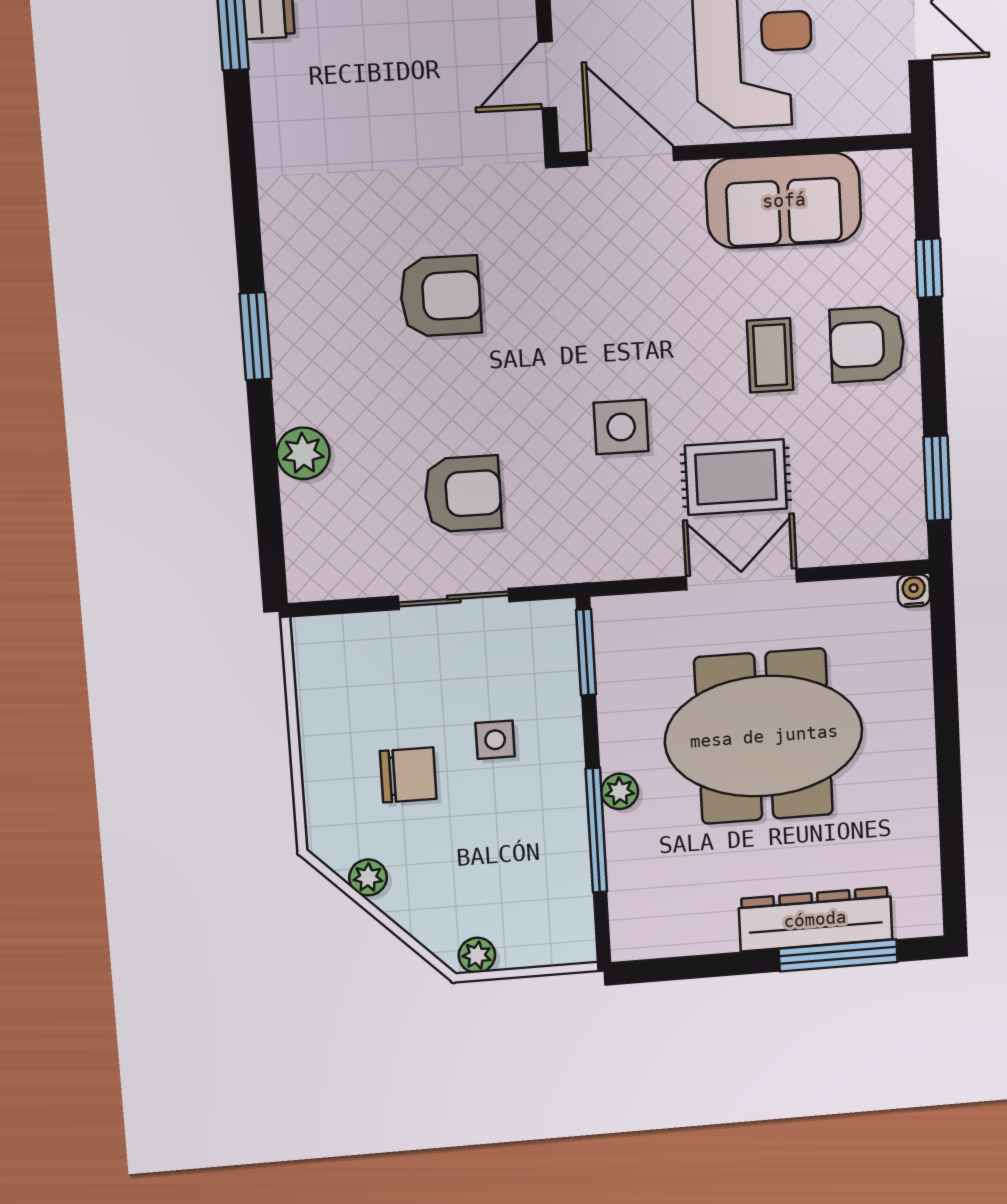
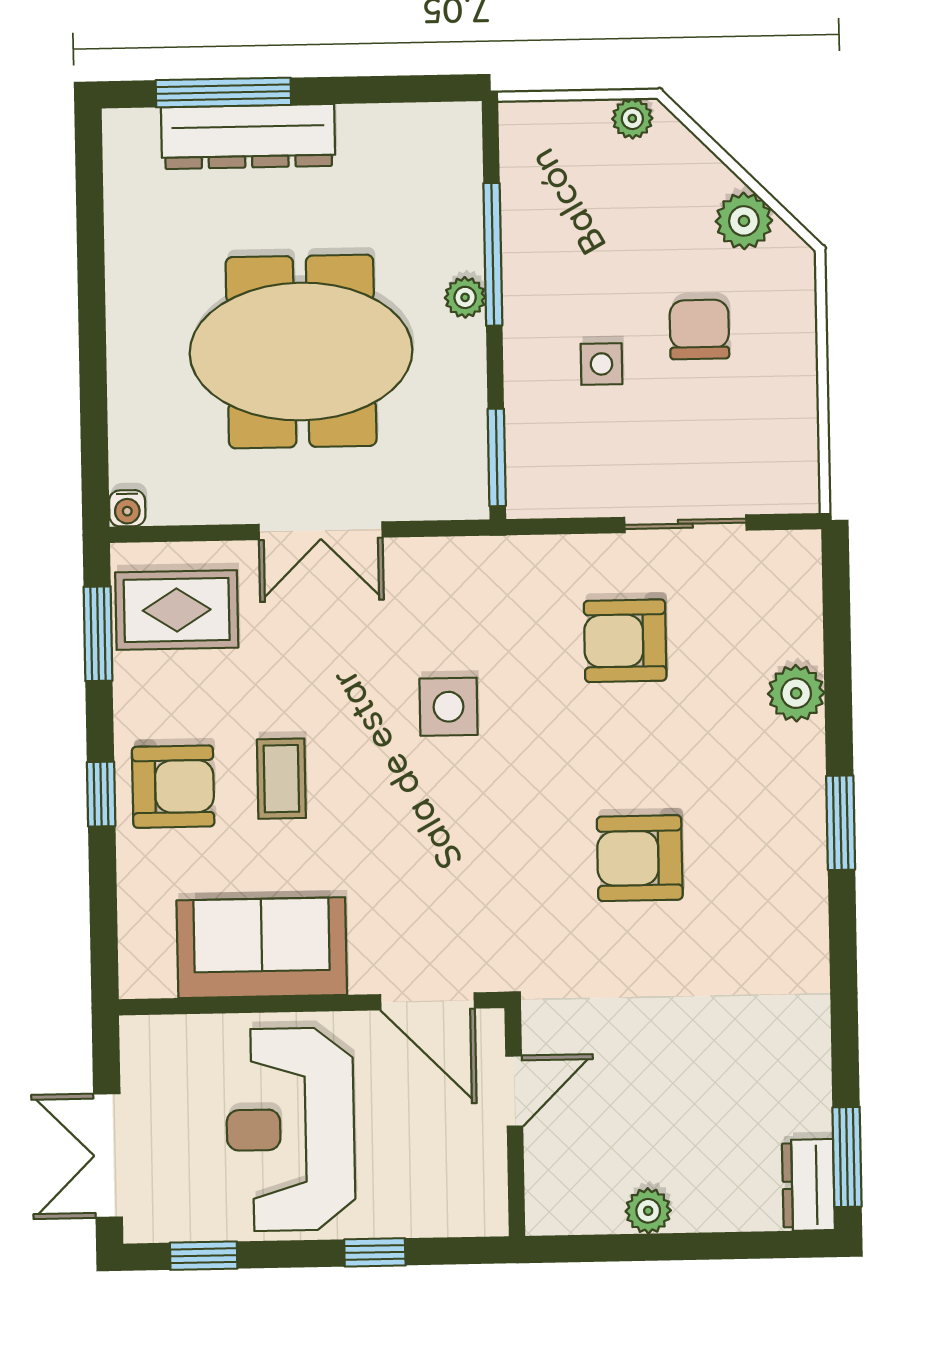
window: (929, 268) -> (101, 794), moved
rug: (736, 477) -> (177, 610), moved
sliding door: (454, 599) -> (685, 524), moved
chair: (408, 775) -> (699, 329), turned 90
plant: (368, 877) -> (744, 221), width x1.38, depth x1.38

